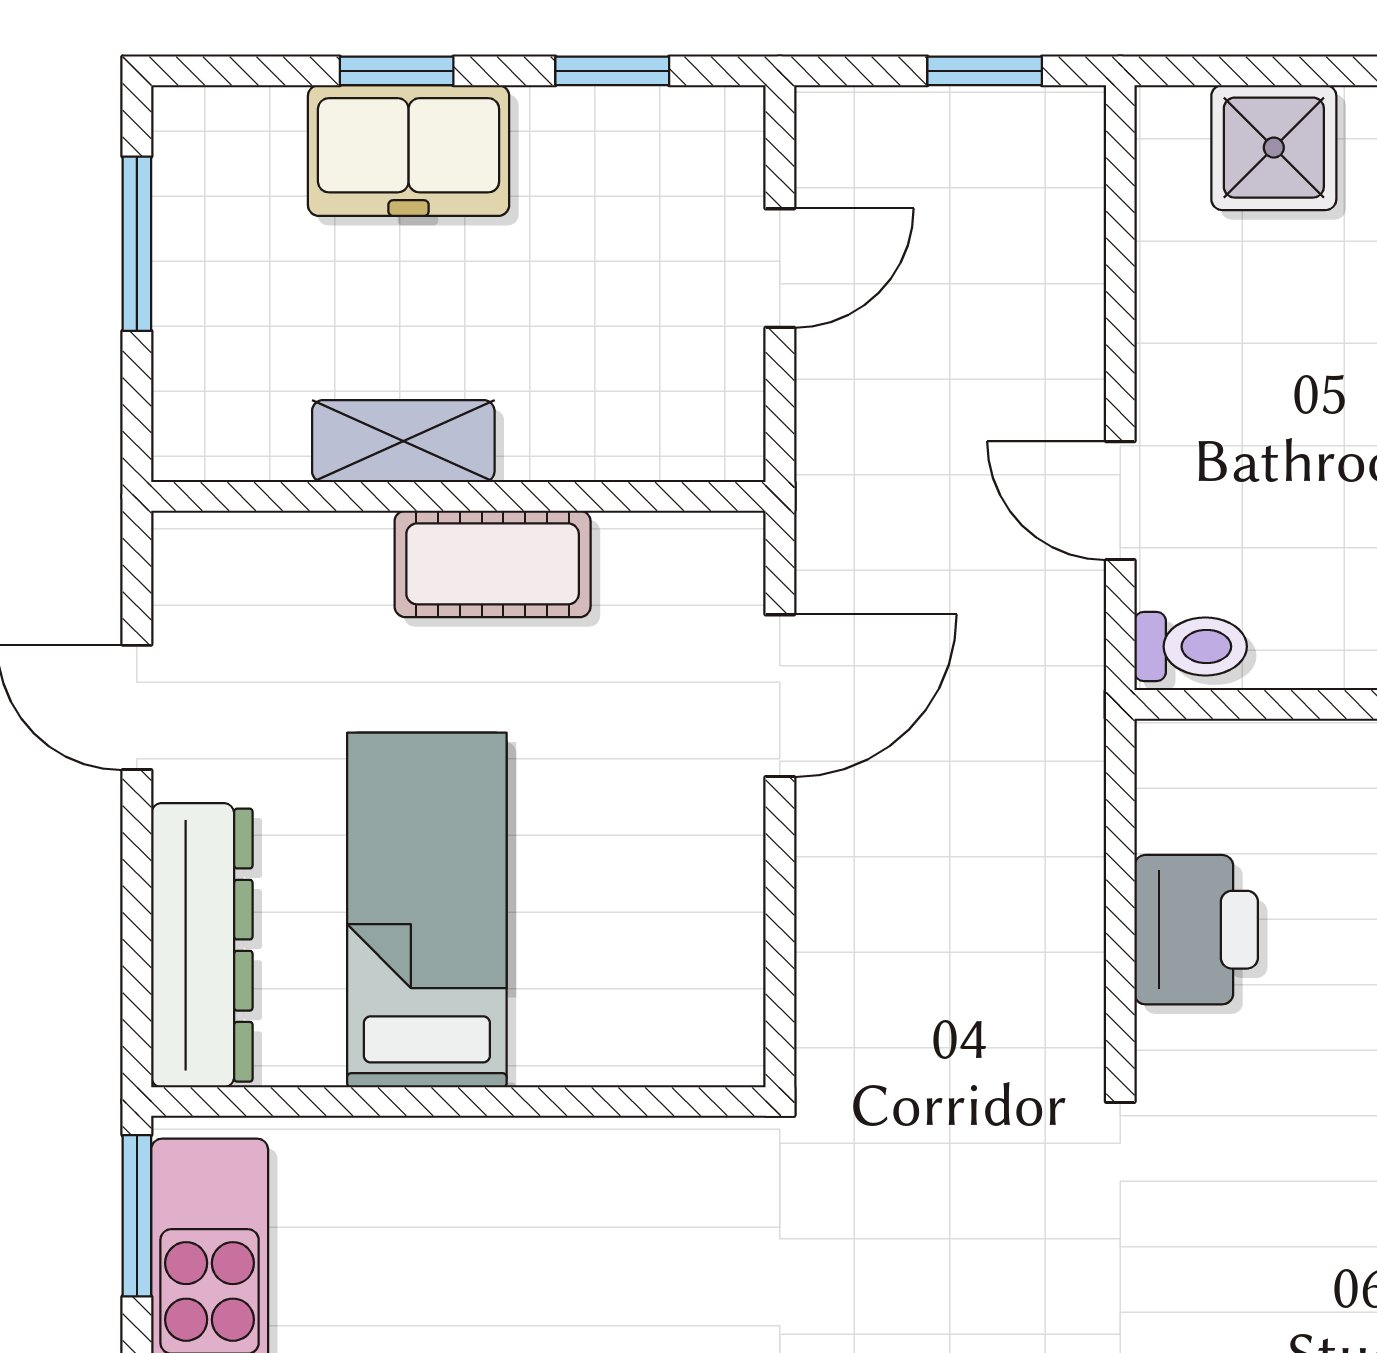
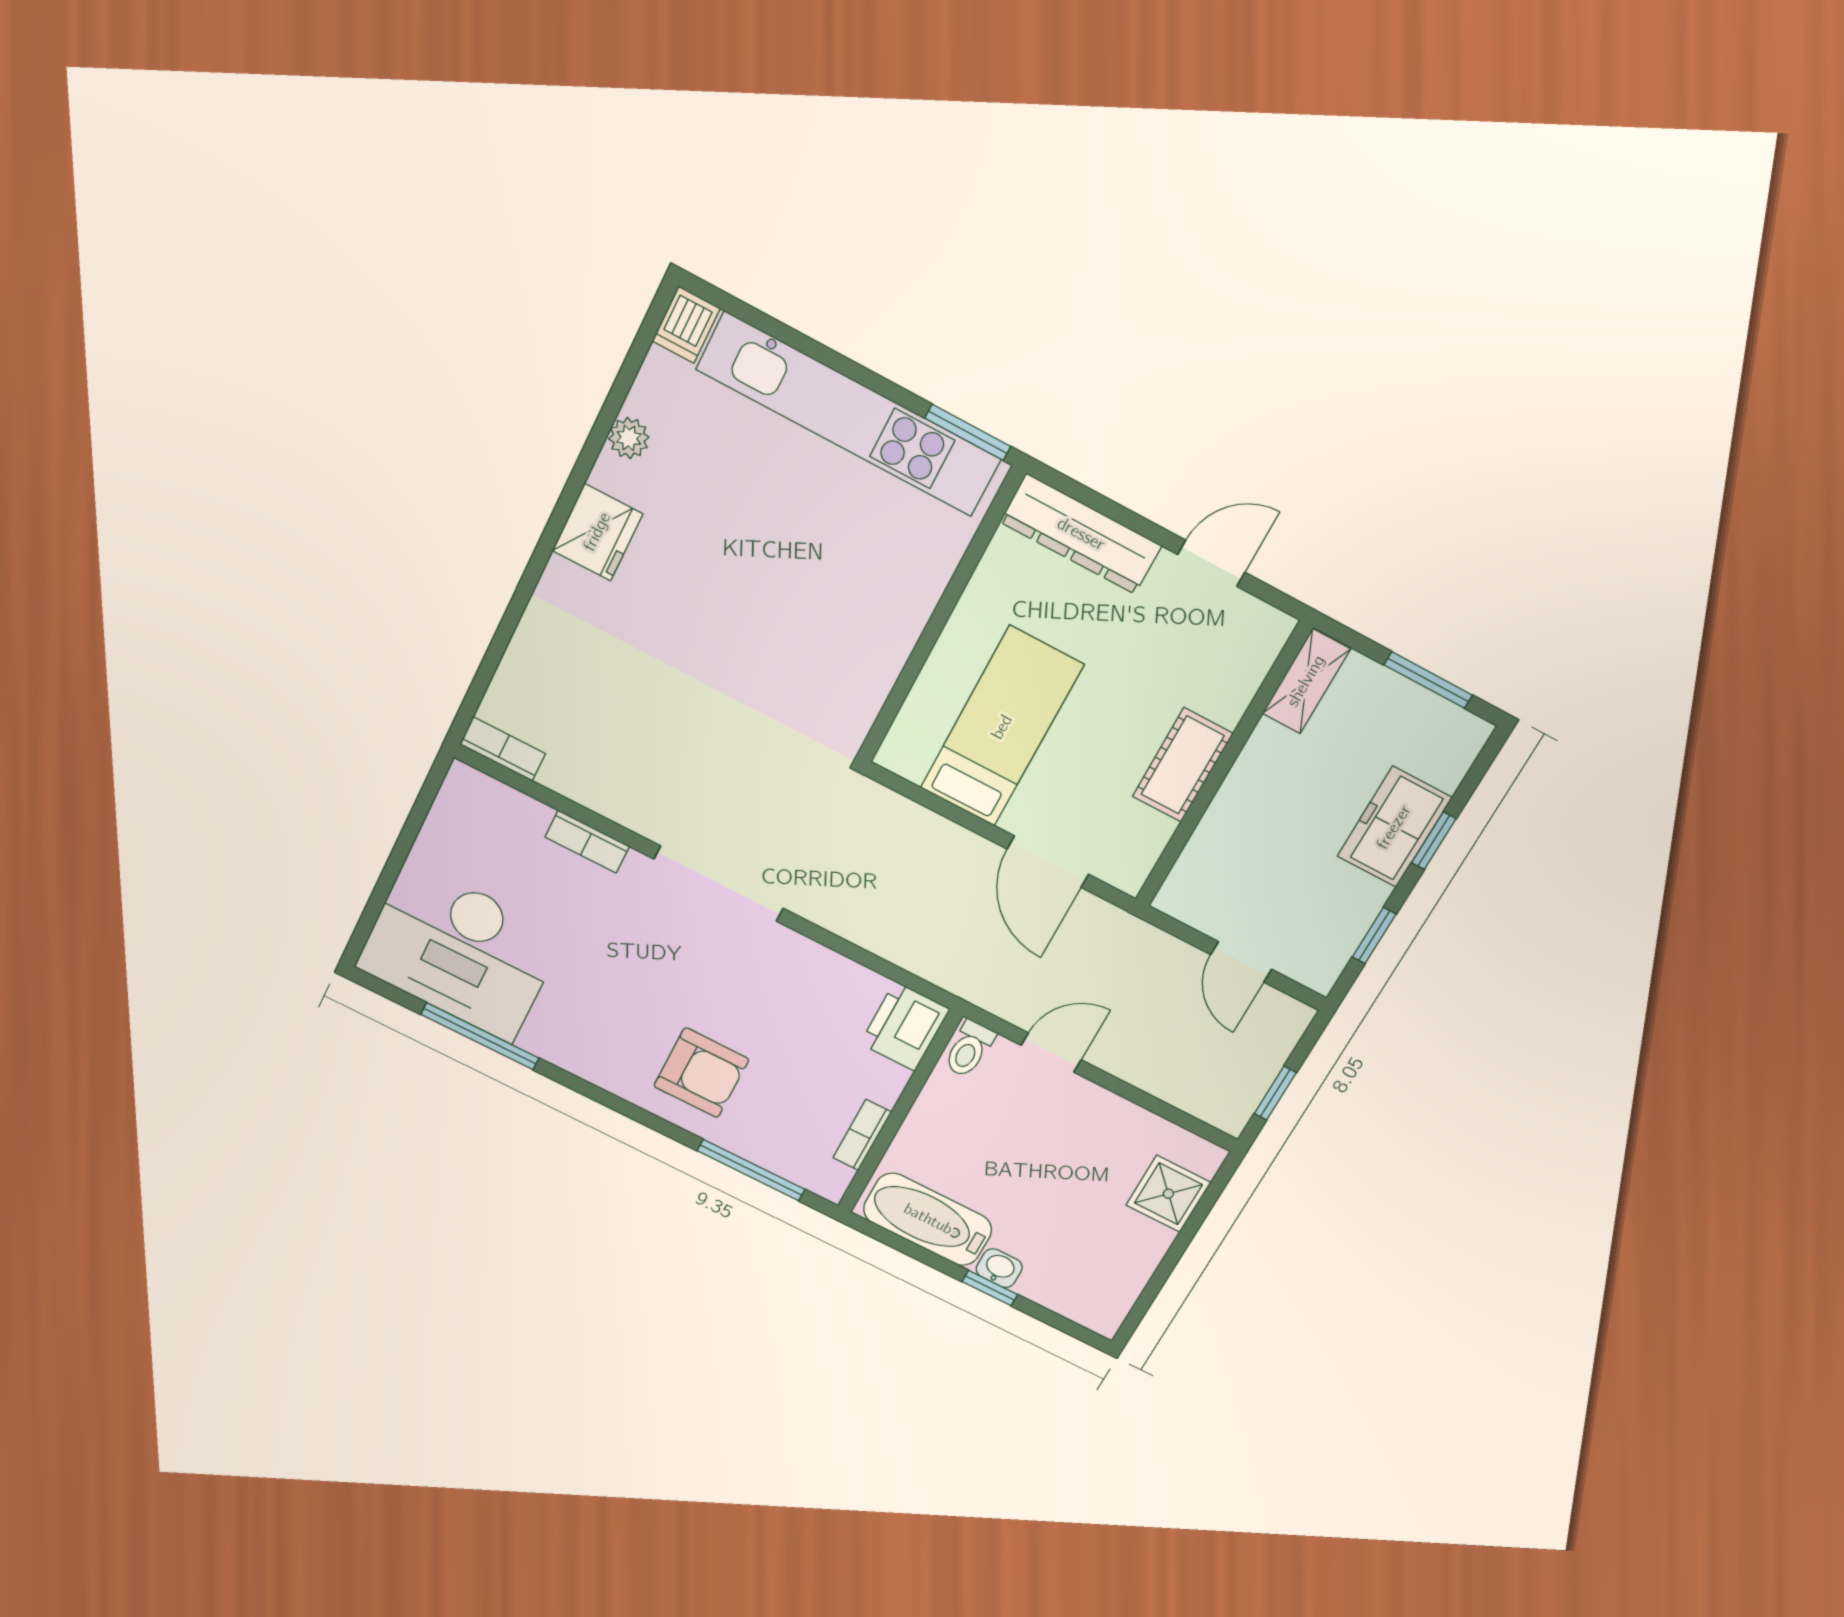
shelving: (403, 441) -> (1306, 681), moved
bed: (427, 910) -> (1002, 727), moved, turned -90
printer: (1196, 930) -> (905, 1026), moved, turned 90

